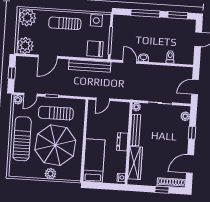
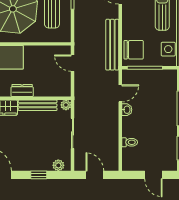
chair: (95, 49) -> (134, 50), turned 90

